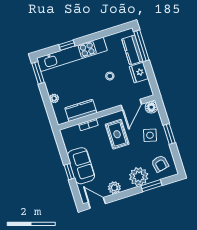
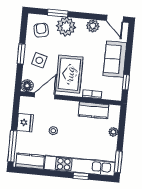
kitchen counter: (132, 50) -> (30, 161), moved, turned -90
rug: (117, 134) -> (69, 74), width x1.36, depth x1.43
window: (69, 172) -> (126, 82), moved

